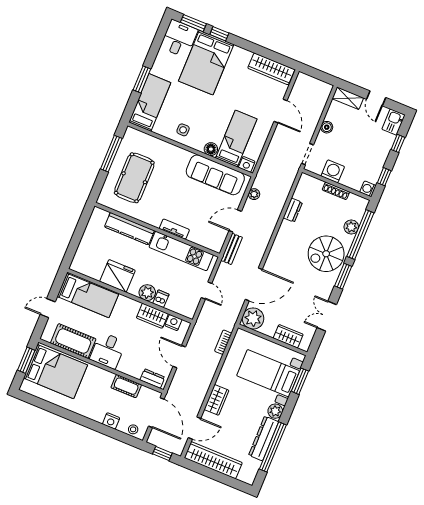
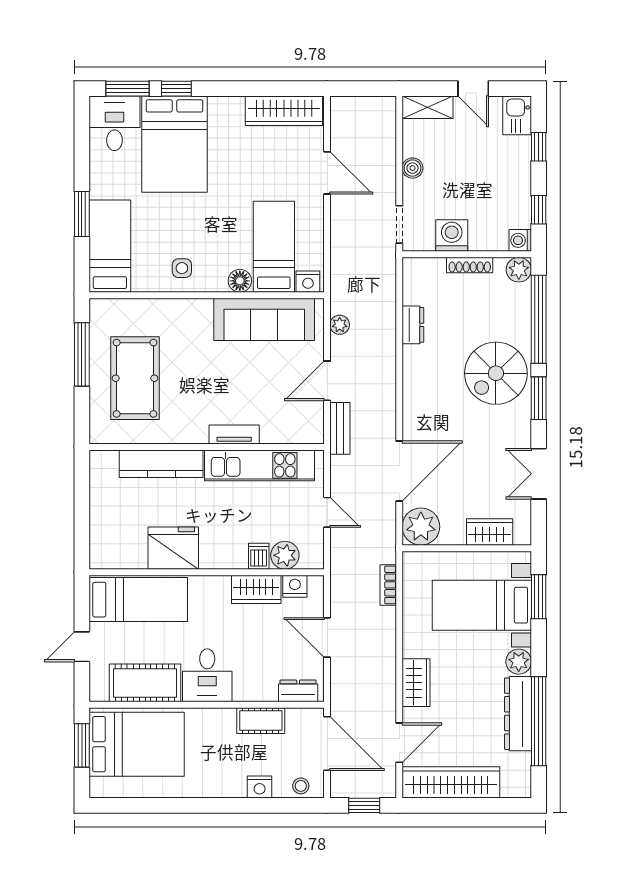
plant: (351, 227) -> (519, 270), moved
plant: (147, 293) -> (285, 555), moved

